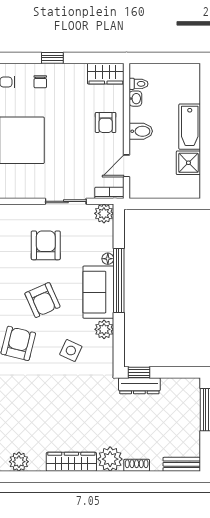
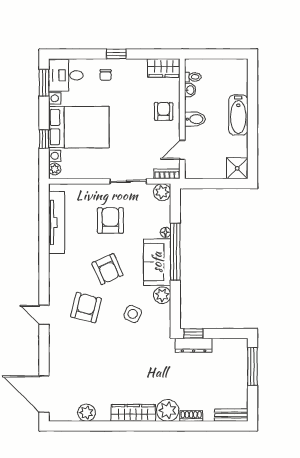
armchair: (106, 123) -> (164, 111), turned 180
shower: (188, 163) -> (237, 168), moved

